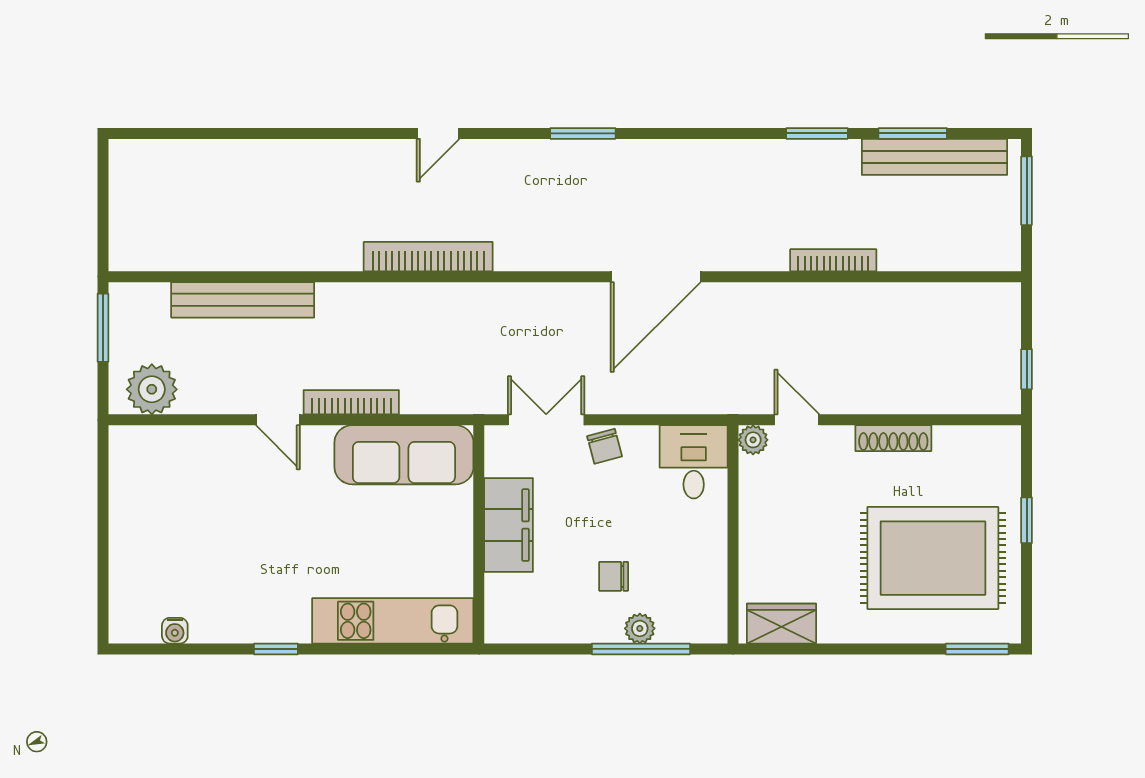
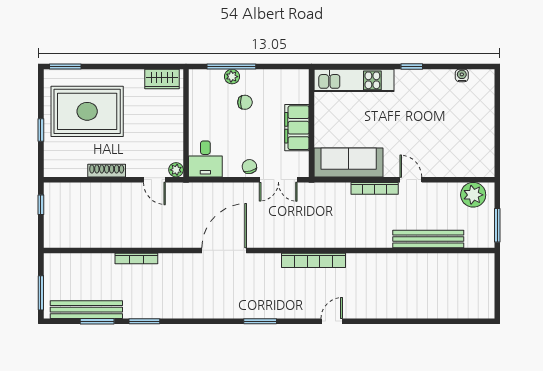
bookcase: (428, 257) -> (313, 260), moved

